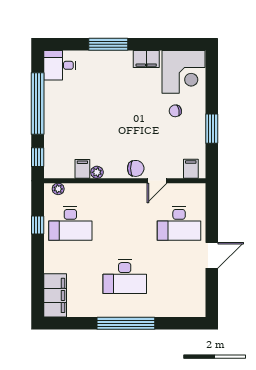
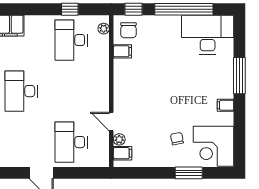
filing cabinet: (146, 59) -> (226, 105), width x0.50
desk: (60, 65) -> (208, 35), width x1.87, depth x1.30
window: (212, 129) -> (189, 173), moved
chair: (136, 168) -> (128, 30), moved
plant: (97, 172) -> (119, 139), moved

